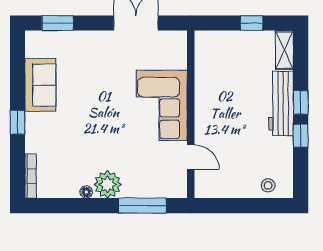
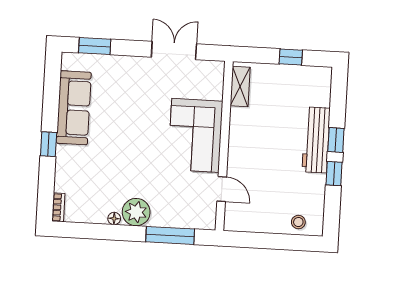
shelving: (284, 50) -> (240, 86), moved
sofa: (40, 85) -> (74, 108), width x1.36
bookcase: (31, 176) -> (58, 207), width x0.64

